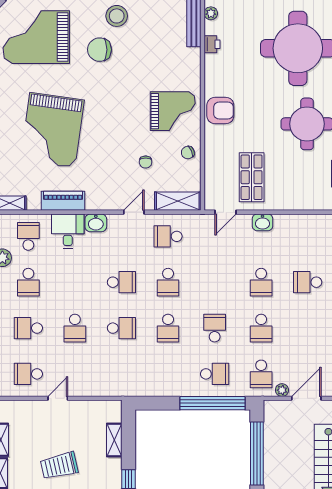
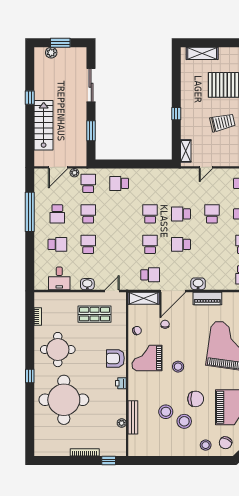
stool: (144, 30) -> (166, 412), added
printer: (212, 44) -> (121, 383), moved
stool: (126, 98) -> (178, 367), added
shop shelf: (252, 177) -> (95, 314), turned 90
piano: (63, 201) -> (207, 298), moved
door: (134, 212) -> (173, 291), width x1.87
desk: (68, 231) -> (59, 278), moved
school desk: (215, 328) -> (57, 214), moved
door: (58, 398) -> (206, 167), moved
window: (213, 403) -> (121, 164), removed
shelving: (114, 440) -> (186, 151), moved
window: (257, 453) -> (91, 131), width x0.47

